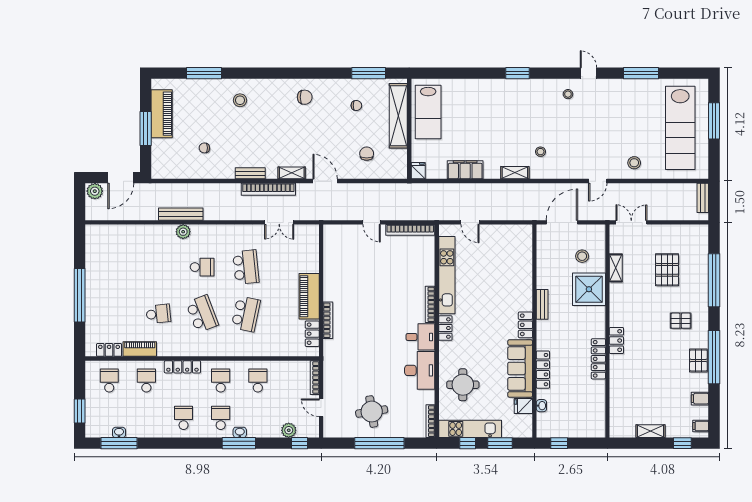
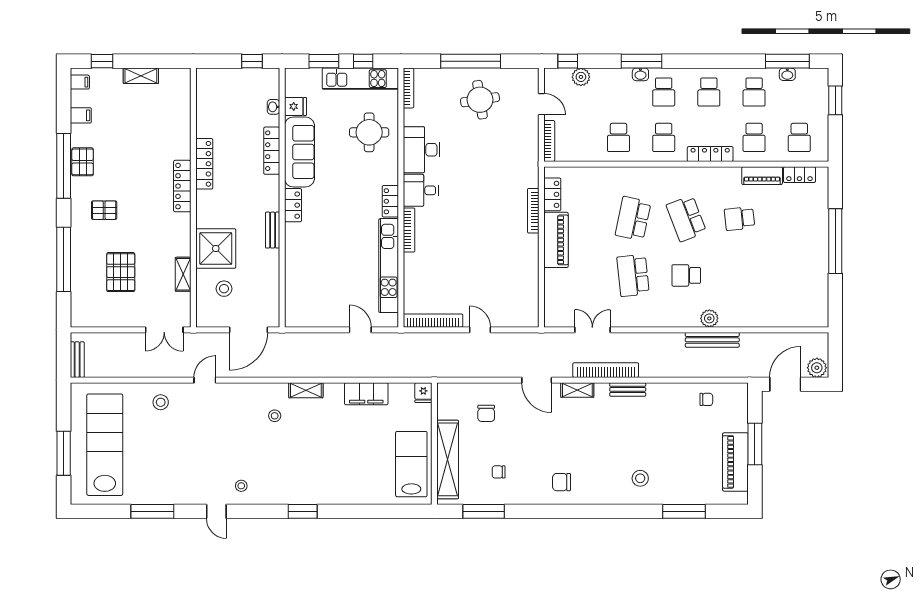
chair: (204, 148) -> (706, 399), moved
locker: (616, 341) -> (182, 186), width x1.53
school desk: (146, 418) -> (754, 92), added

